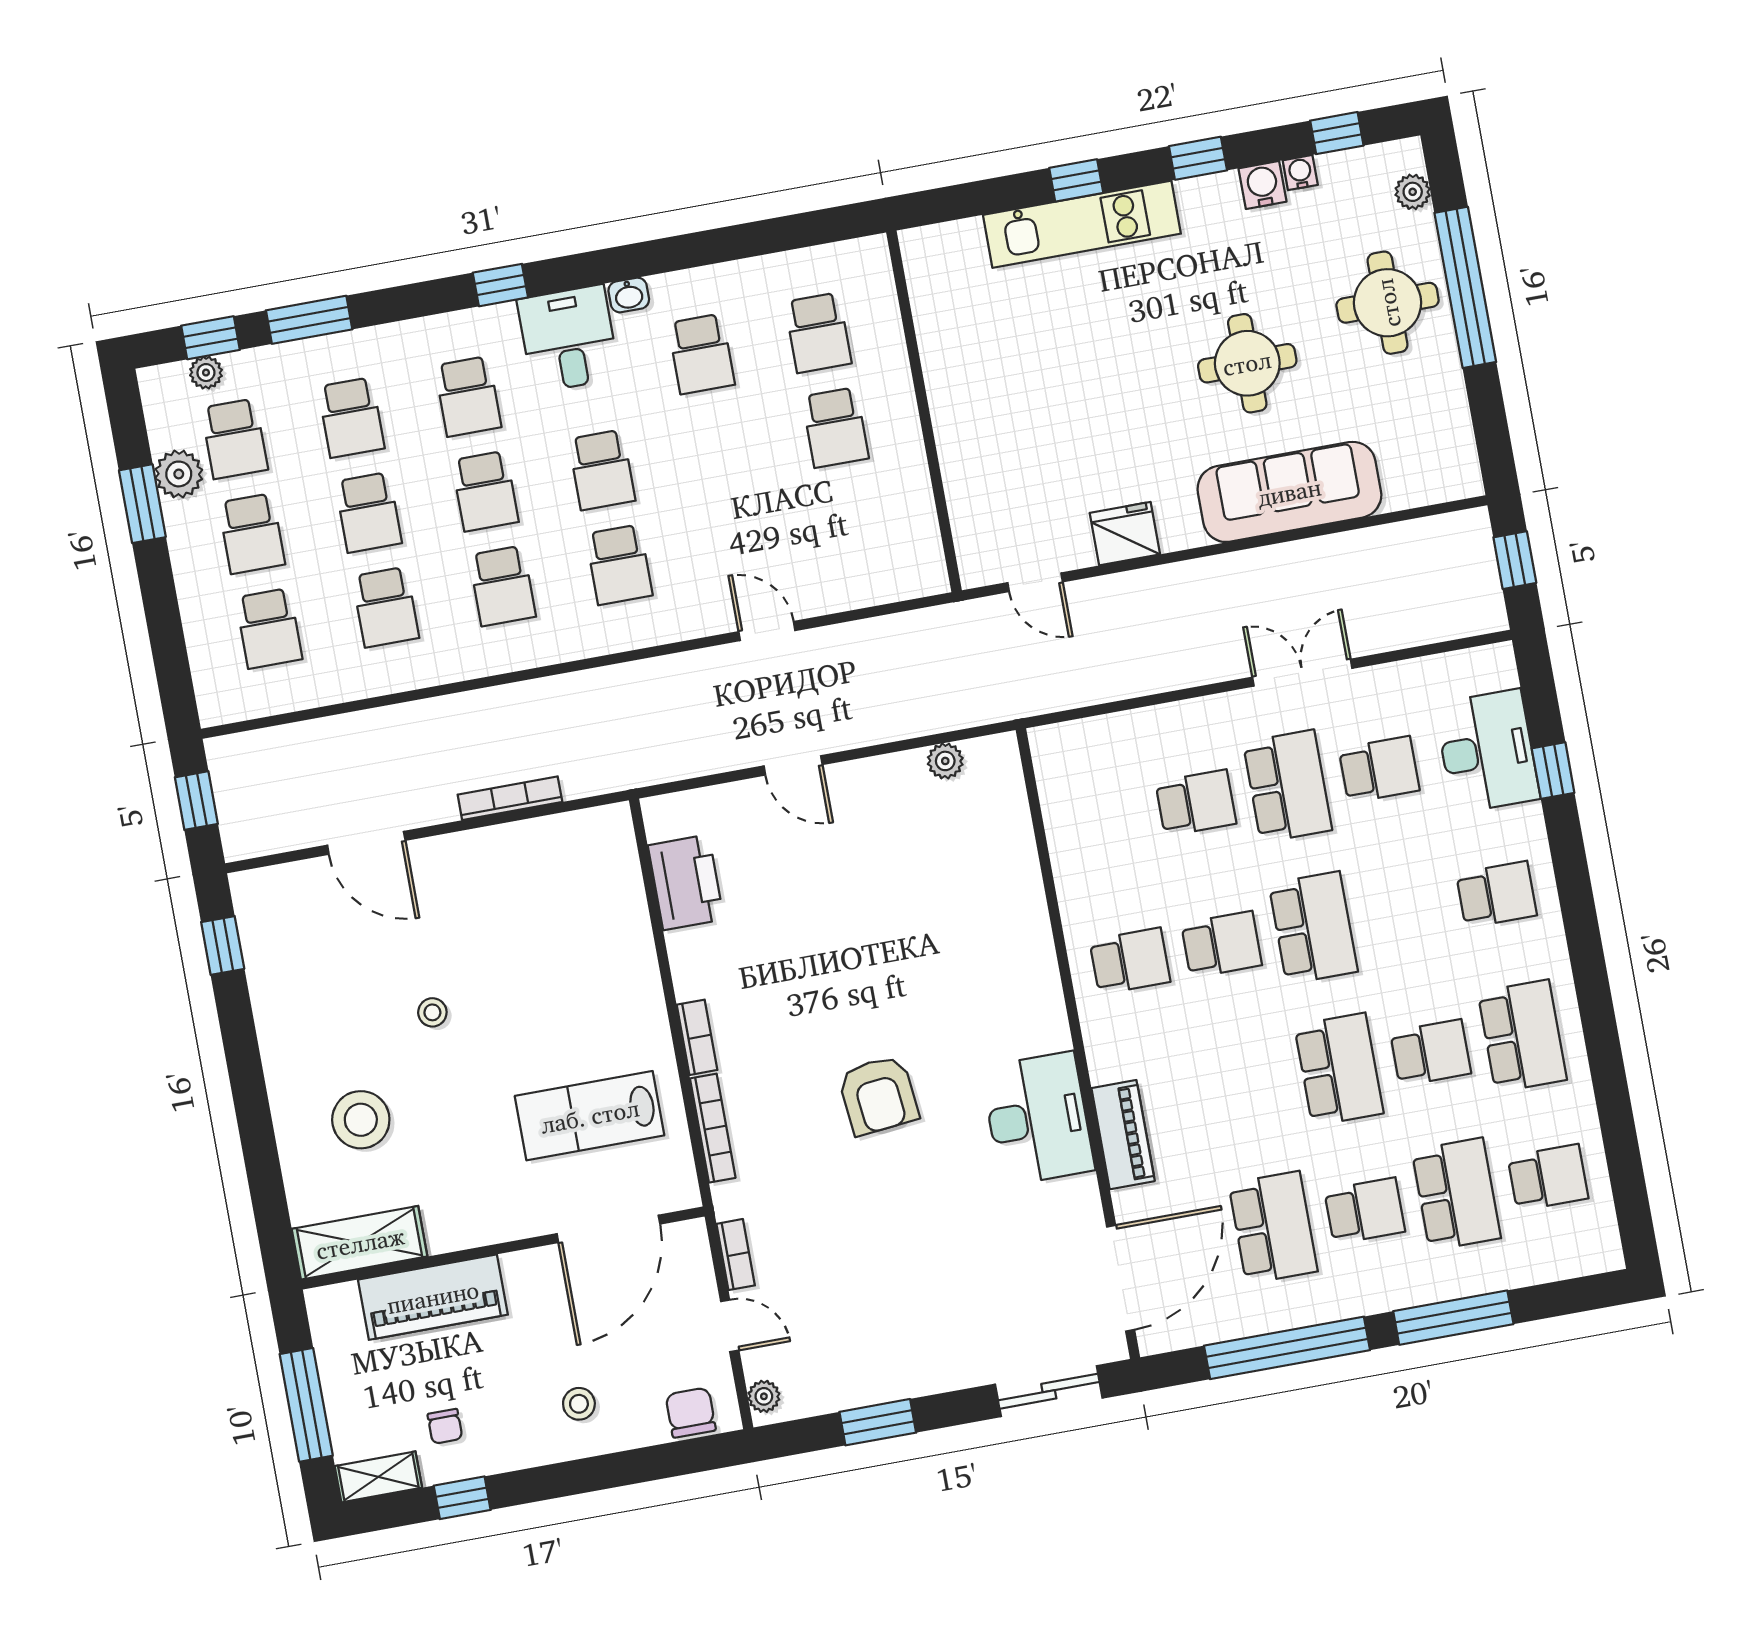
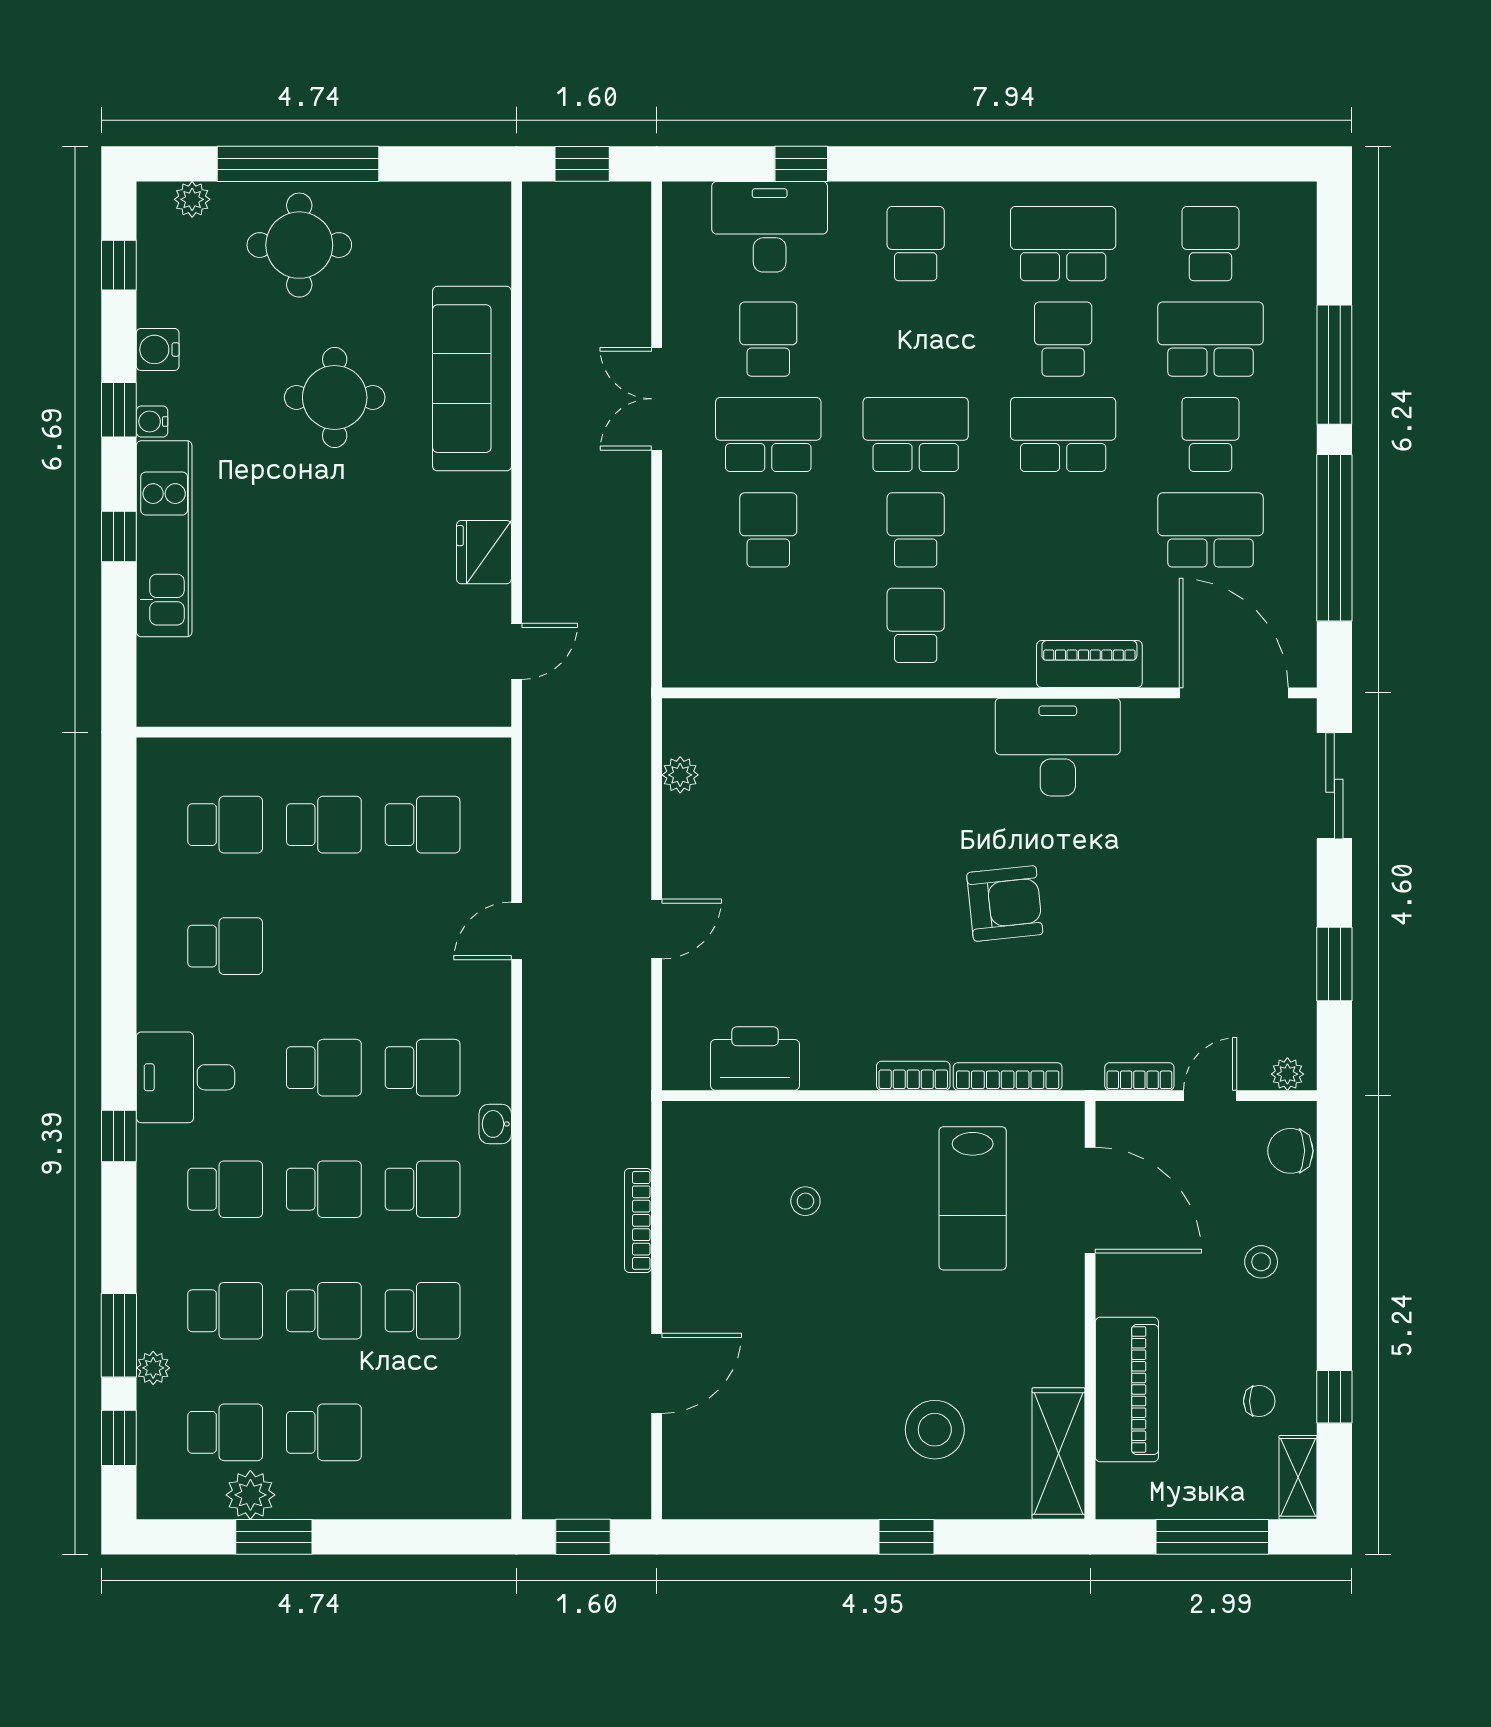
water cooler: (1300, 173) -> (152, 422), moved
washbasin: (629, 295) -> (495, 1124), moved, turned 180
plant: (206, 373) -> (153, 1368), moved
school desk: (269, 628) -> (423, 825), moved
window: (223, 945) -> (907, 1537), moved
stool: (432, 1012) -> (805, 1201), moved

